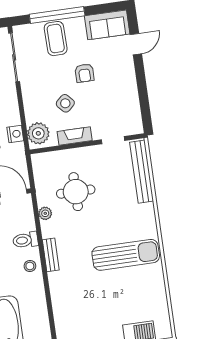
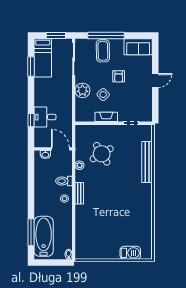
door: (136, 44) -> (155, 80), moved
plant: (38, 133) -> (82, 90), moved
nightstand: (15, 134) -> (67, 110), removed
bench: (142, 172) -> (147, 162), moved
round table: (76, 192) -> (102, 154), turned -31
sun lounger: (126, 255) -> (129, 200), removed

